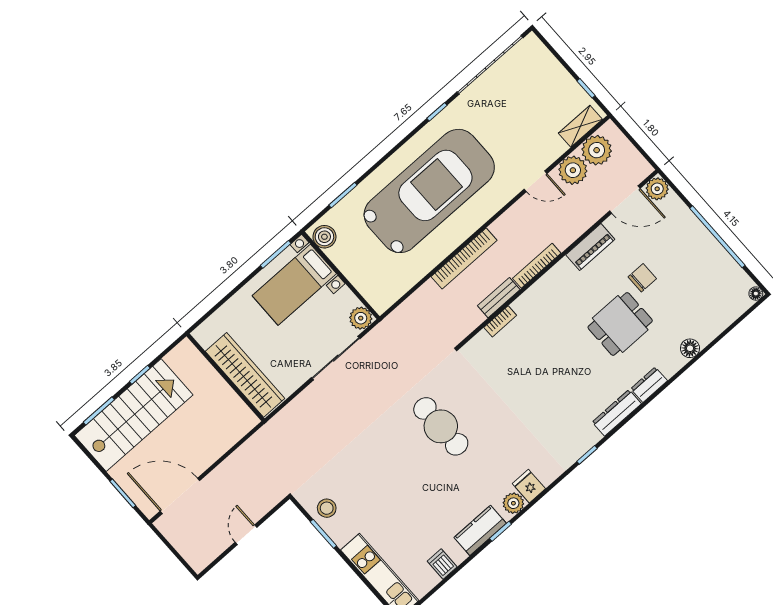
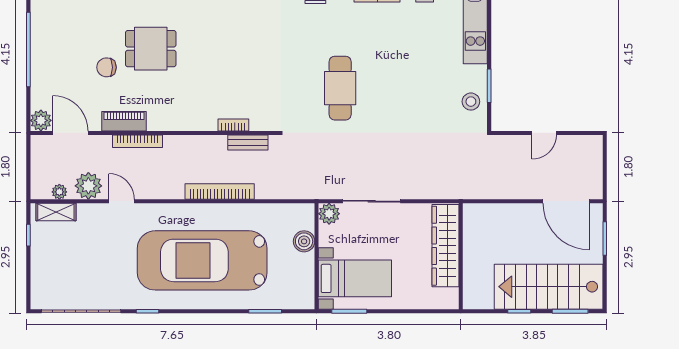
plant: (597, 150) -> (59, 192), width x0.53, depth x0.53
boiler: (324, 237) -> (304, 241), moved
bookcase: (537, 266) -> (138, 141), moved
bench: (499, 298) -> (248, 142), moved

